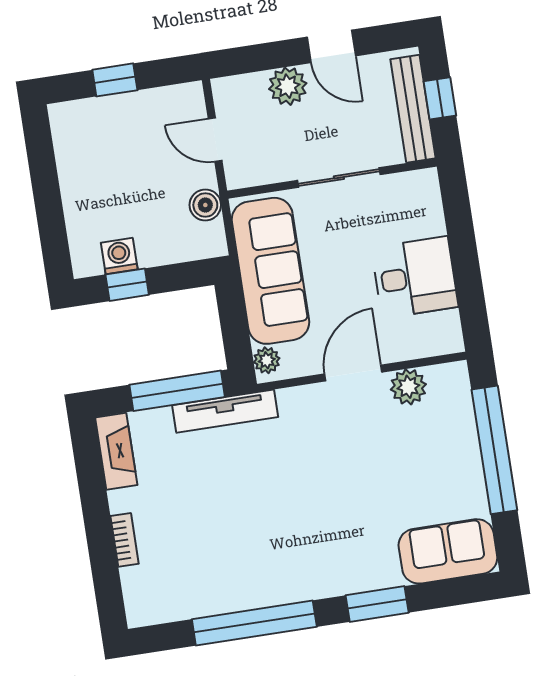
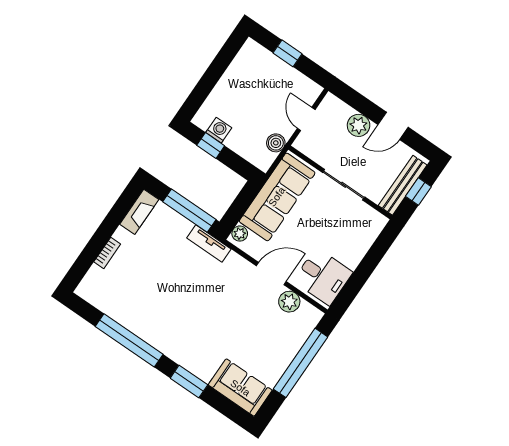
door: (331, 46) -> (393, 126), hinge flipped
desk: (415, 277) -> (323, 277), moved
tv unit: (225, 411) -> (209, 243), width x0.71

